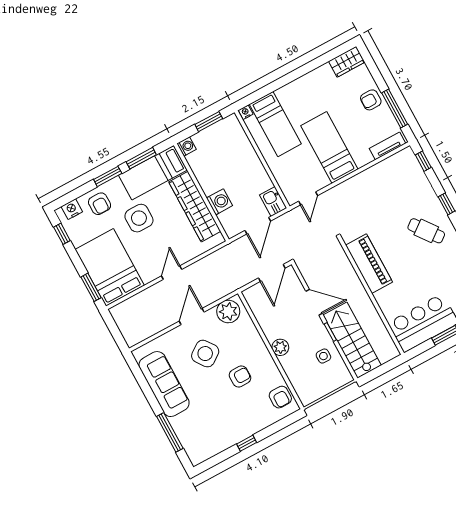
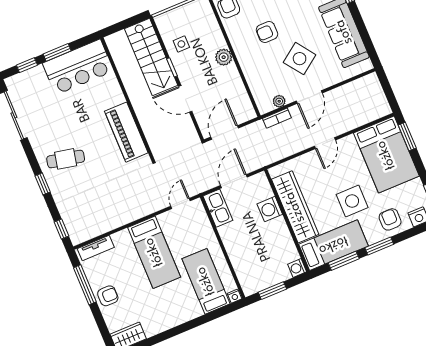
kitchen sink: (273, 202) -> (218, 208), width x1.38
cafe table: (426, 231) -> (66, 159), turned -41
bookcase: (222, 292) -> (277, 118), added
plant: (228, 311) -> (279, 101), width x0.53, depth x0.53

